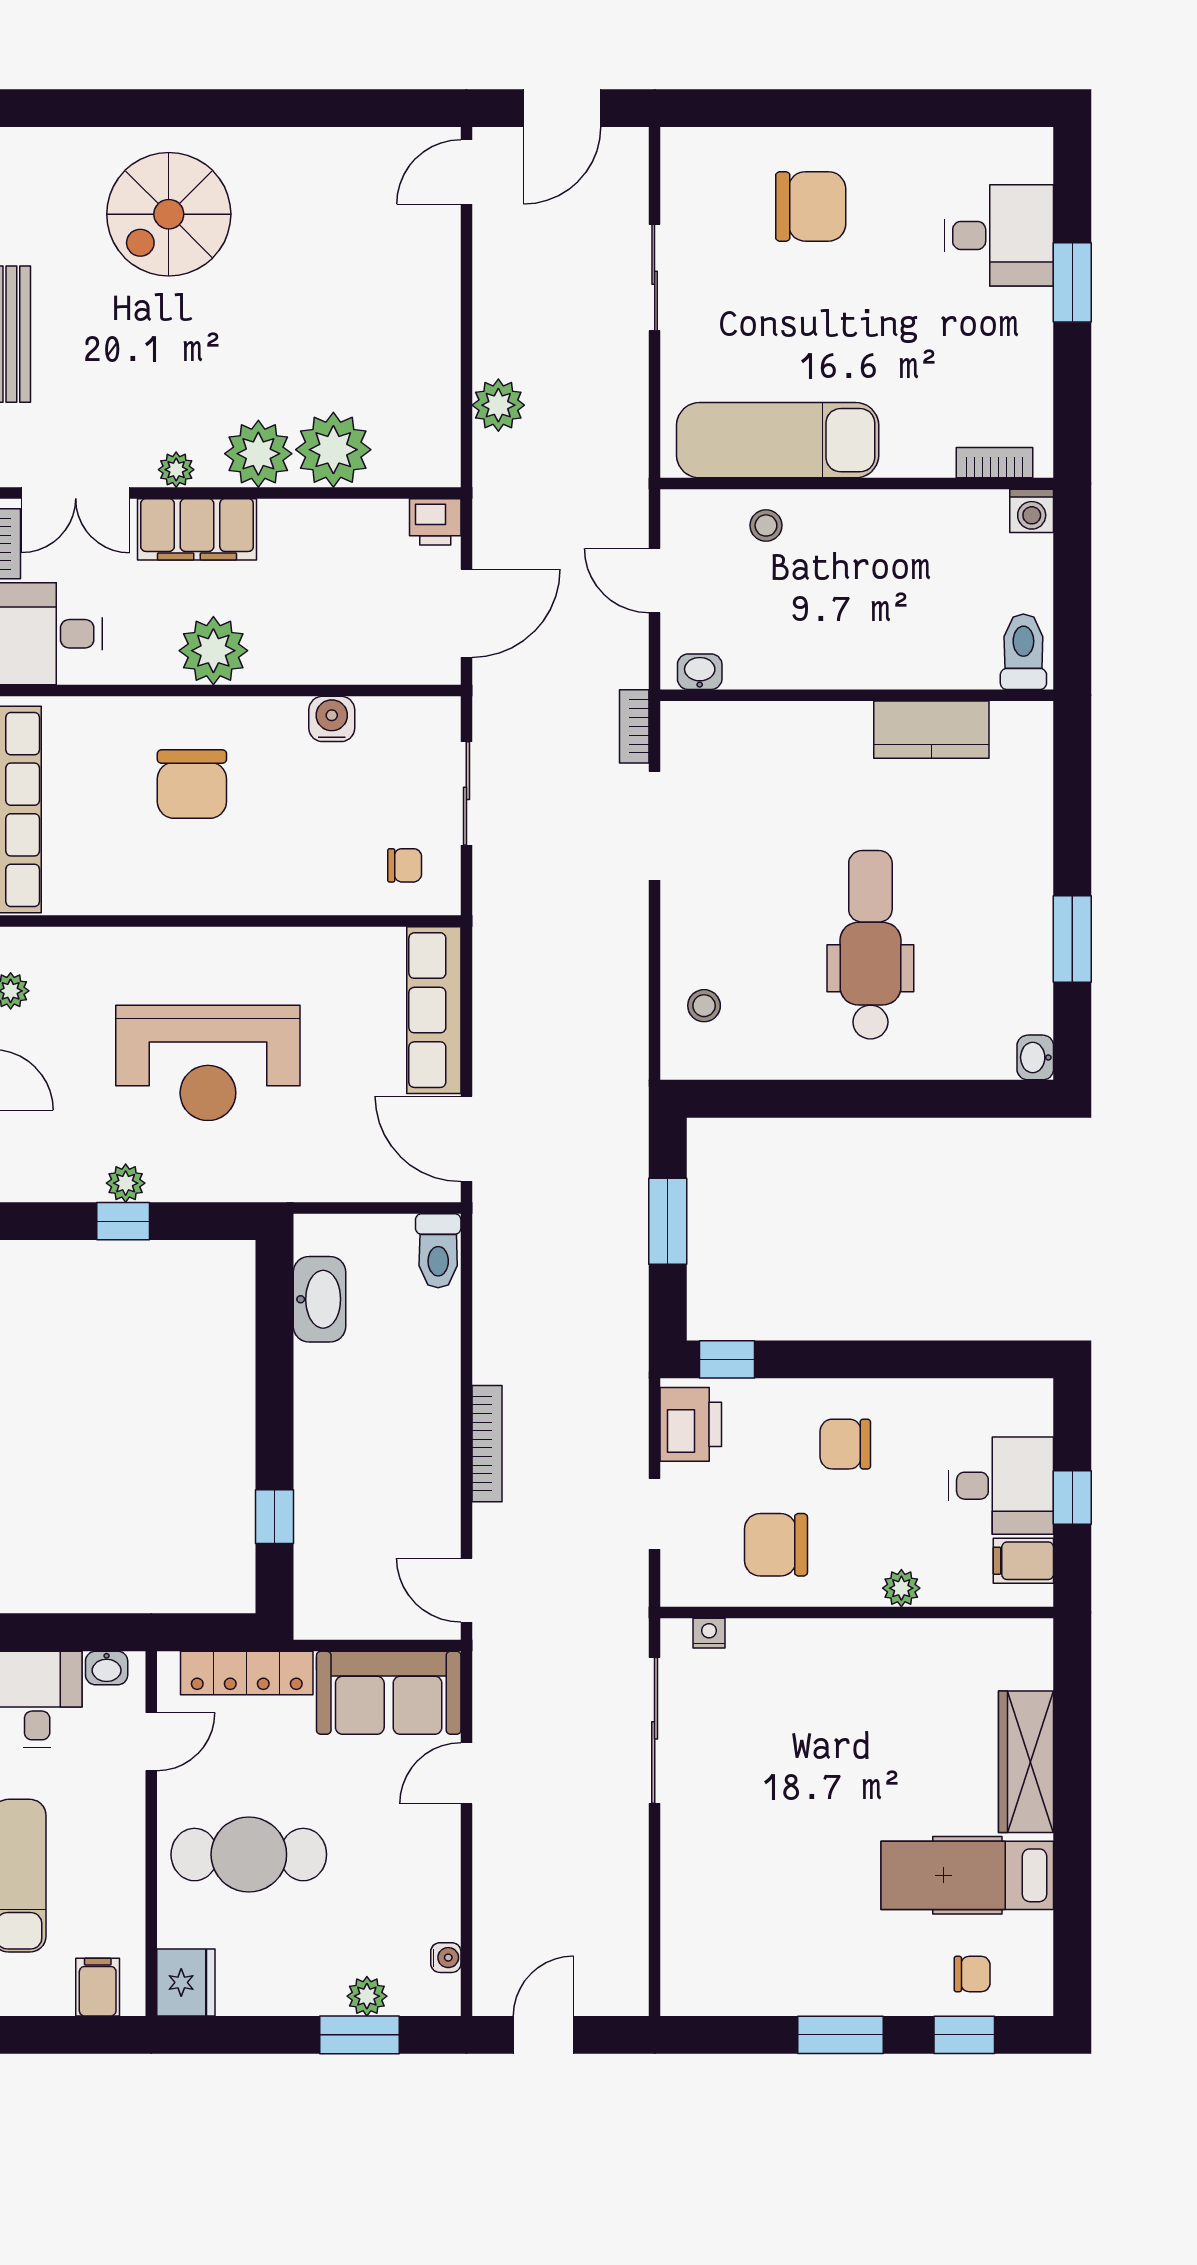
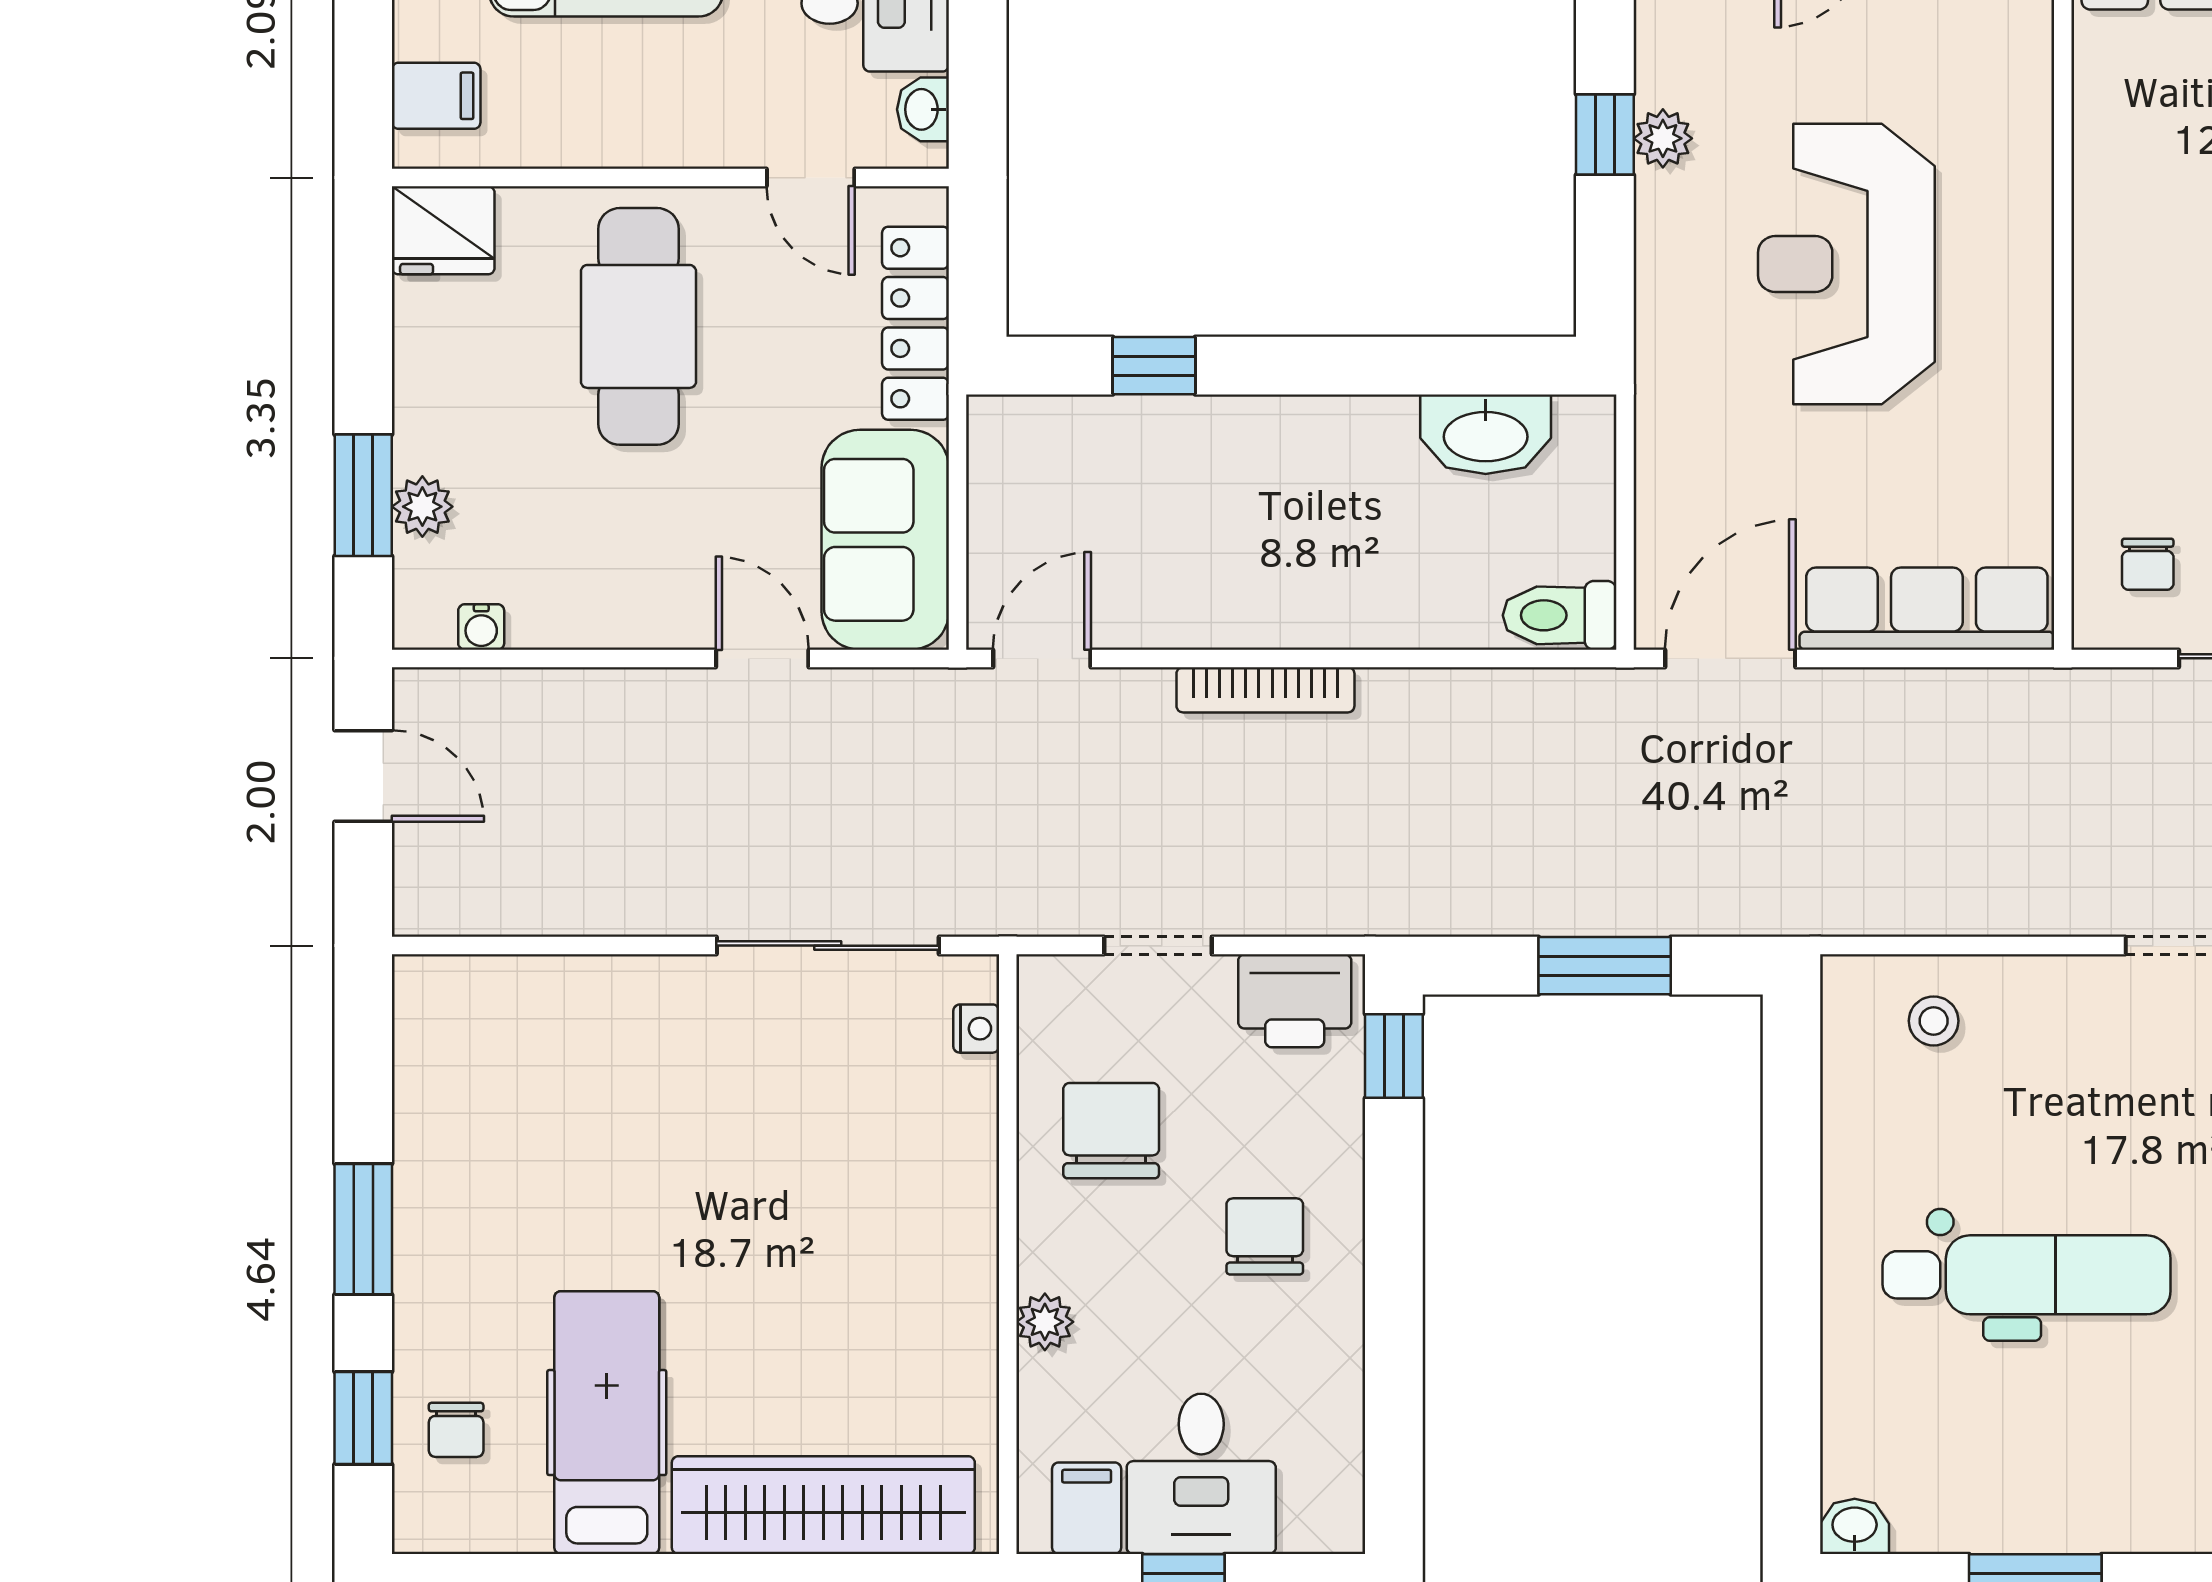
wardrobe: (1026, 1762) -> (823, 1505), width x1.40, depth x1.17

